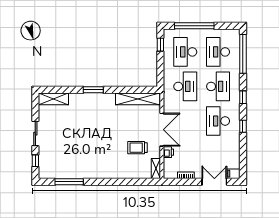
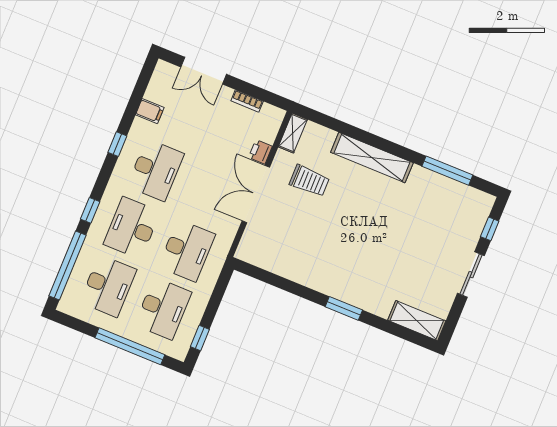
desk: (185, 86) -> (187, 251), turned 180
window: (243, 97) -> (90, 210), moved
shelving: (138, 99) -> (372, 158), moved
filing cabinet: (233, 174) -> (150, 111), moved

